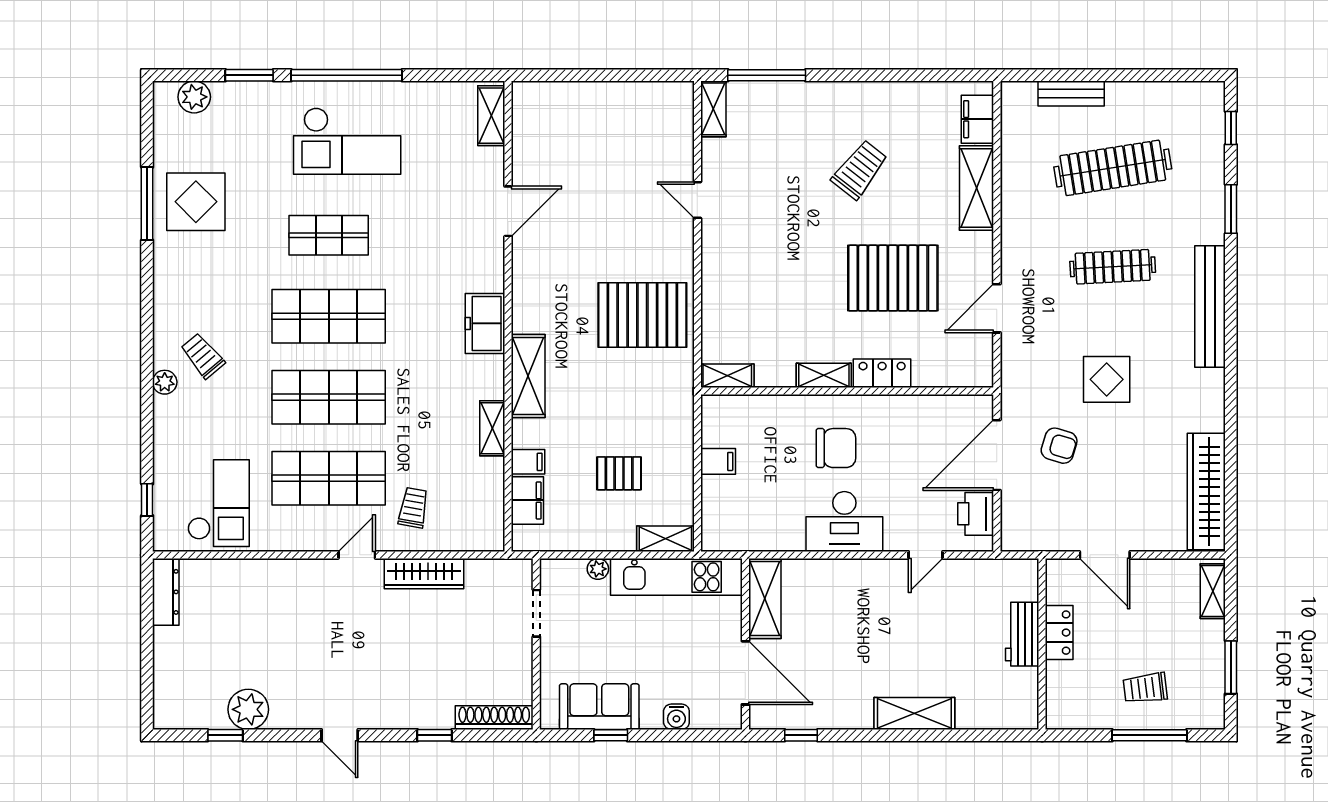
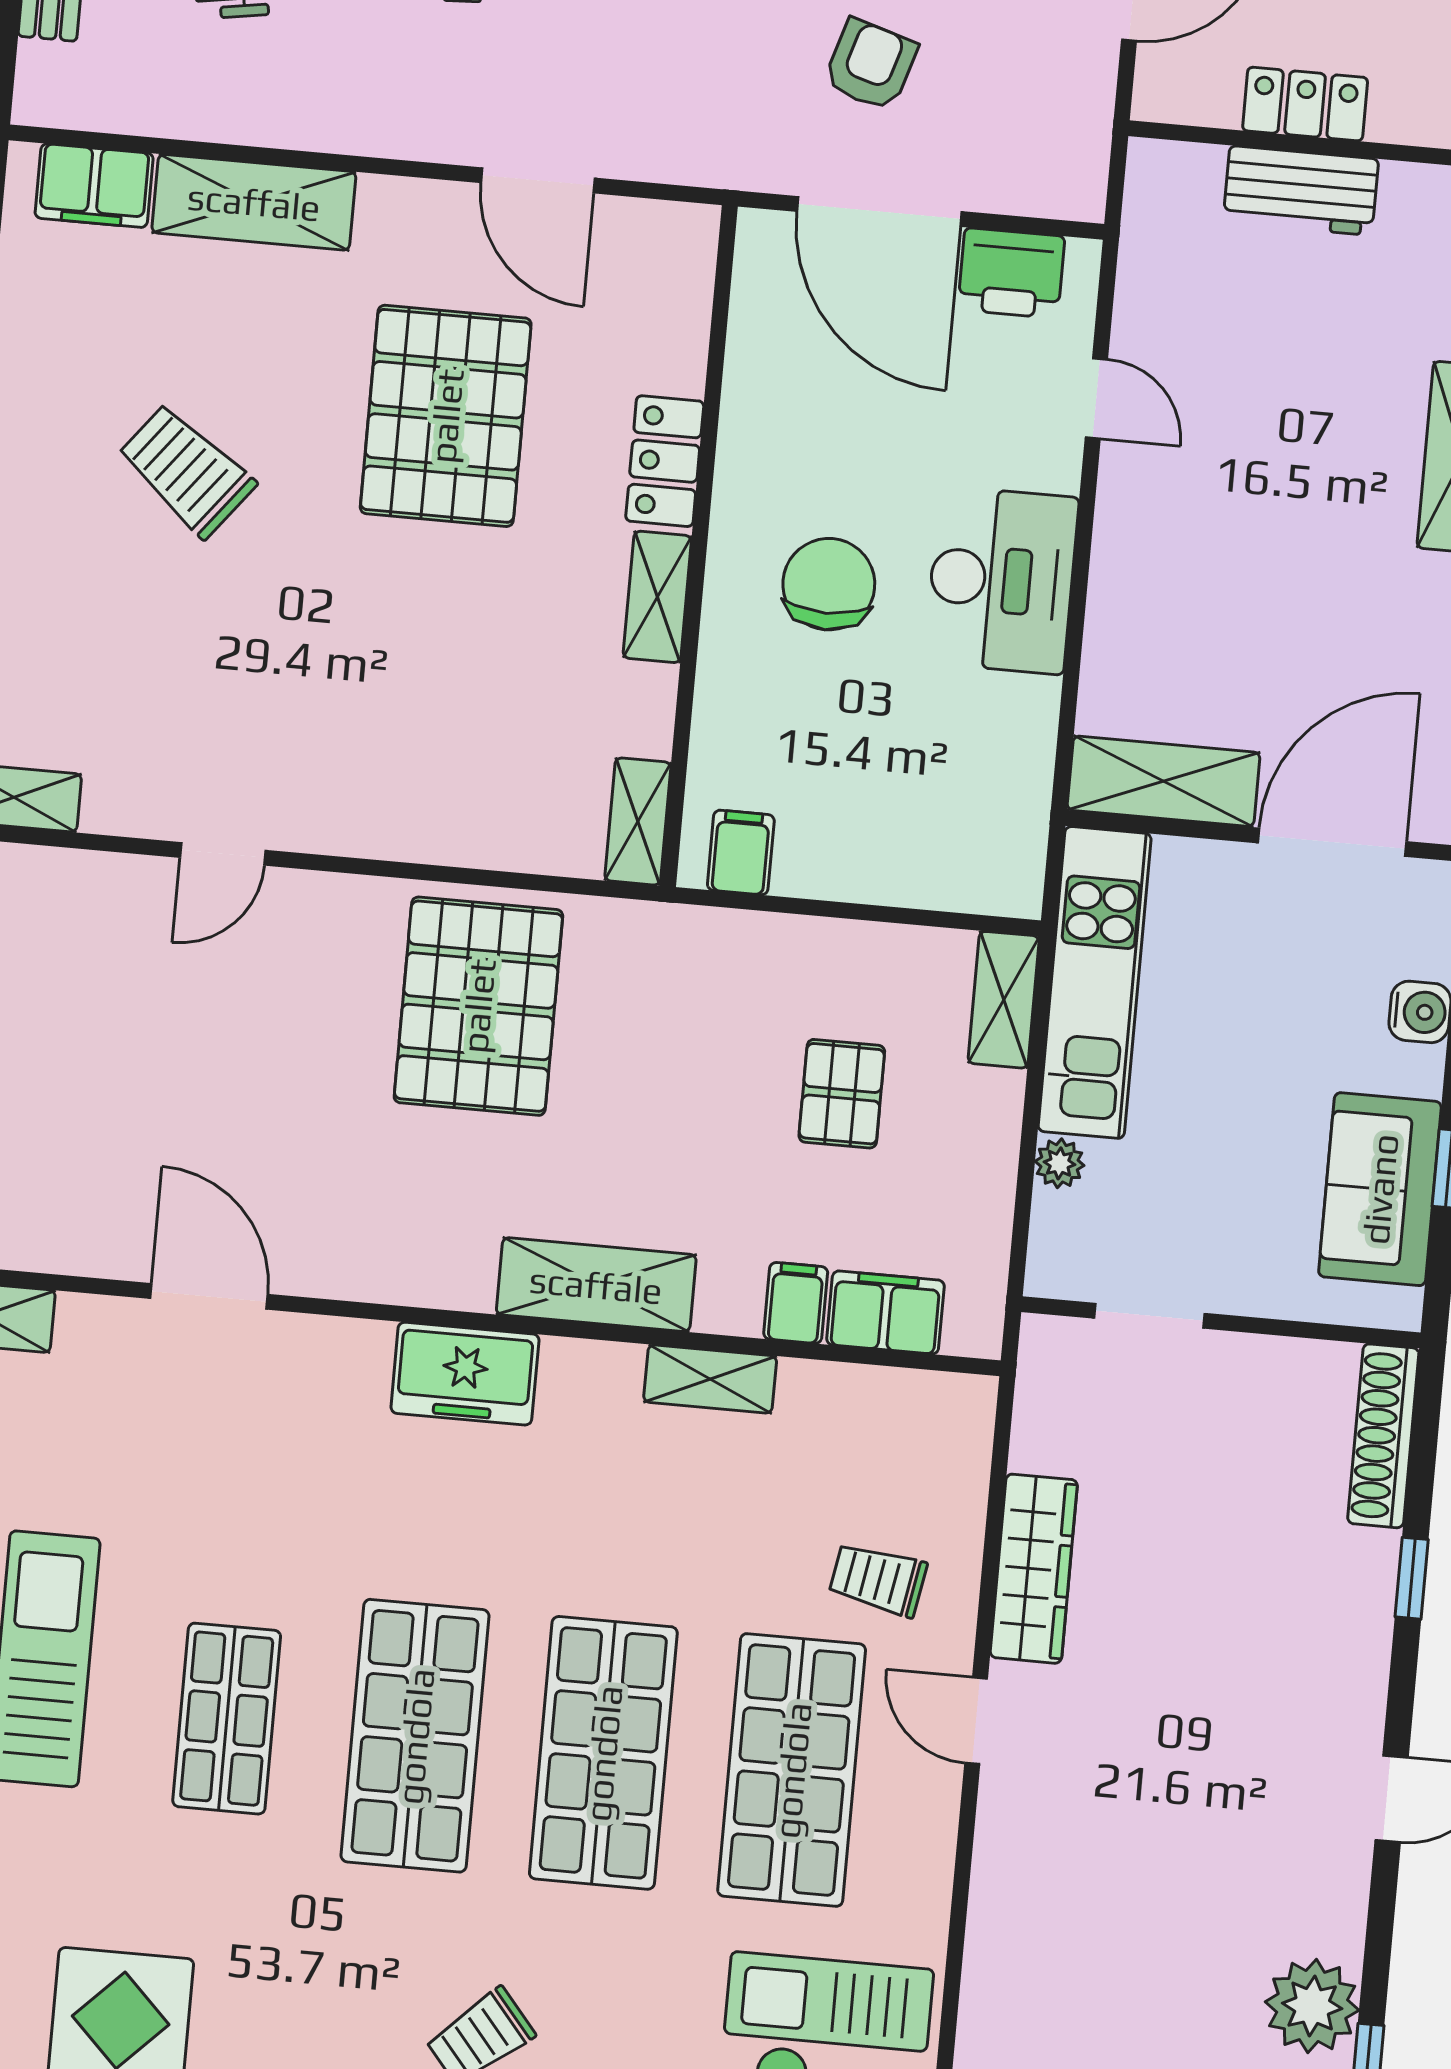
filing cabinet: (718, 461) -> (741, 852), moved

